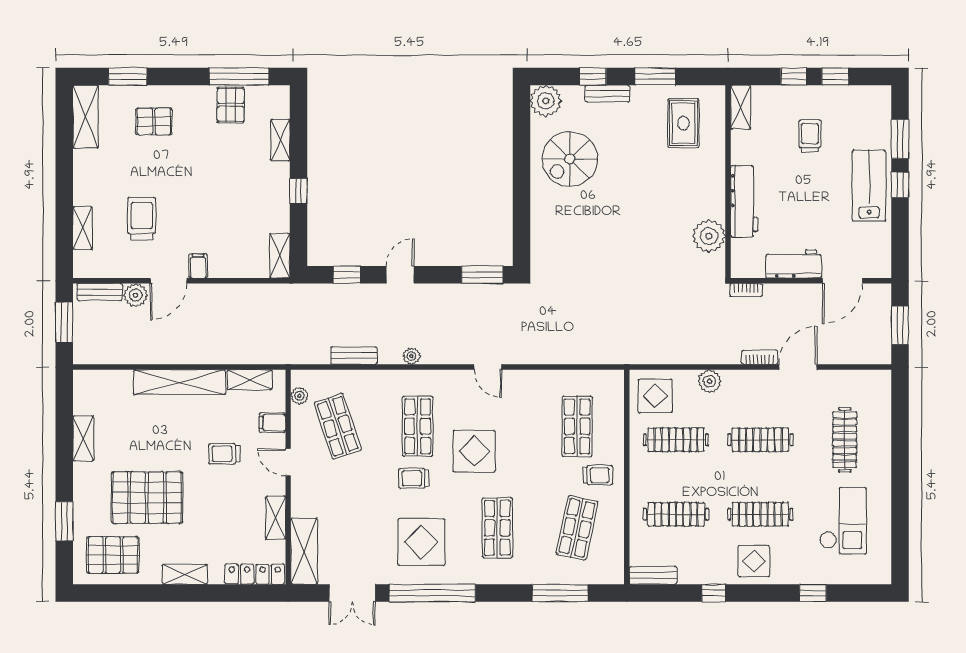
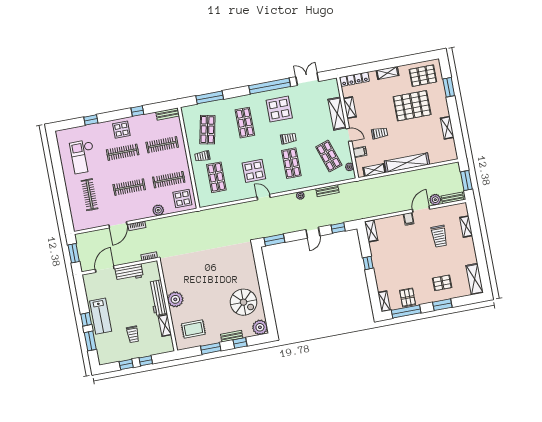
window: (128, 76) -> (442, 305), moved
shelving: (741, 107) -> (165, 325), moved
rug: (683, 123) -> (193, 329), turned 90
shelving: (280, 140) -> (384, 301), moved
spiral stairs: (570, 159) -> (244, 302), turned 90
plant: (709, 236) -> (175, 299), moved
display table: (474, 451) -> (254, 171), moved
shelving: (304, 551) -> (337, 114), moved

